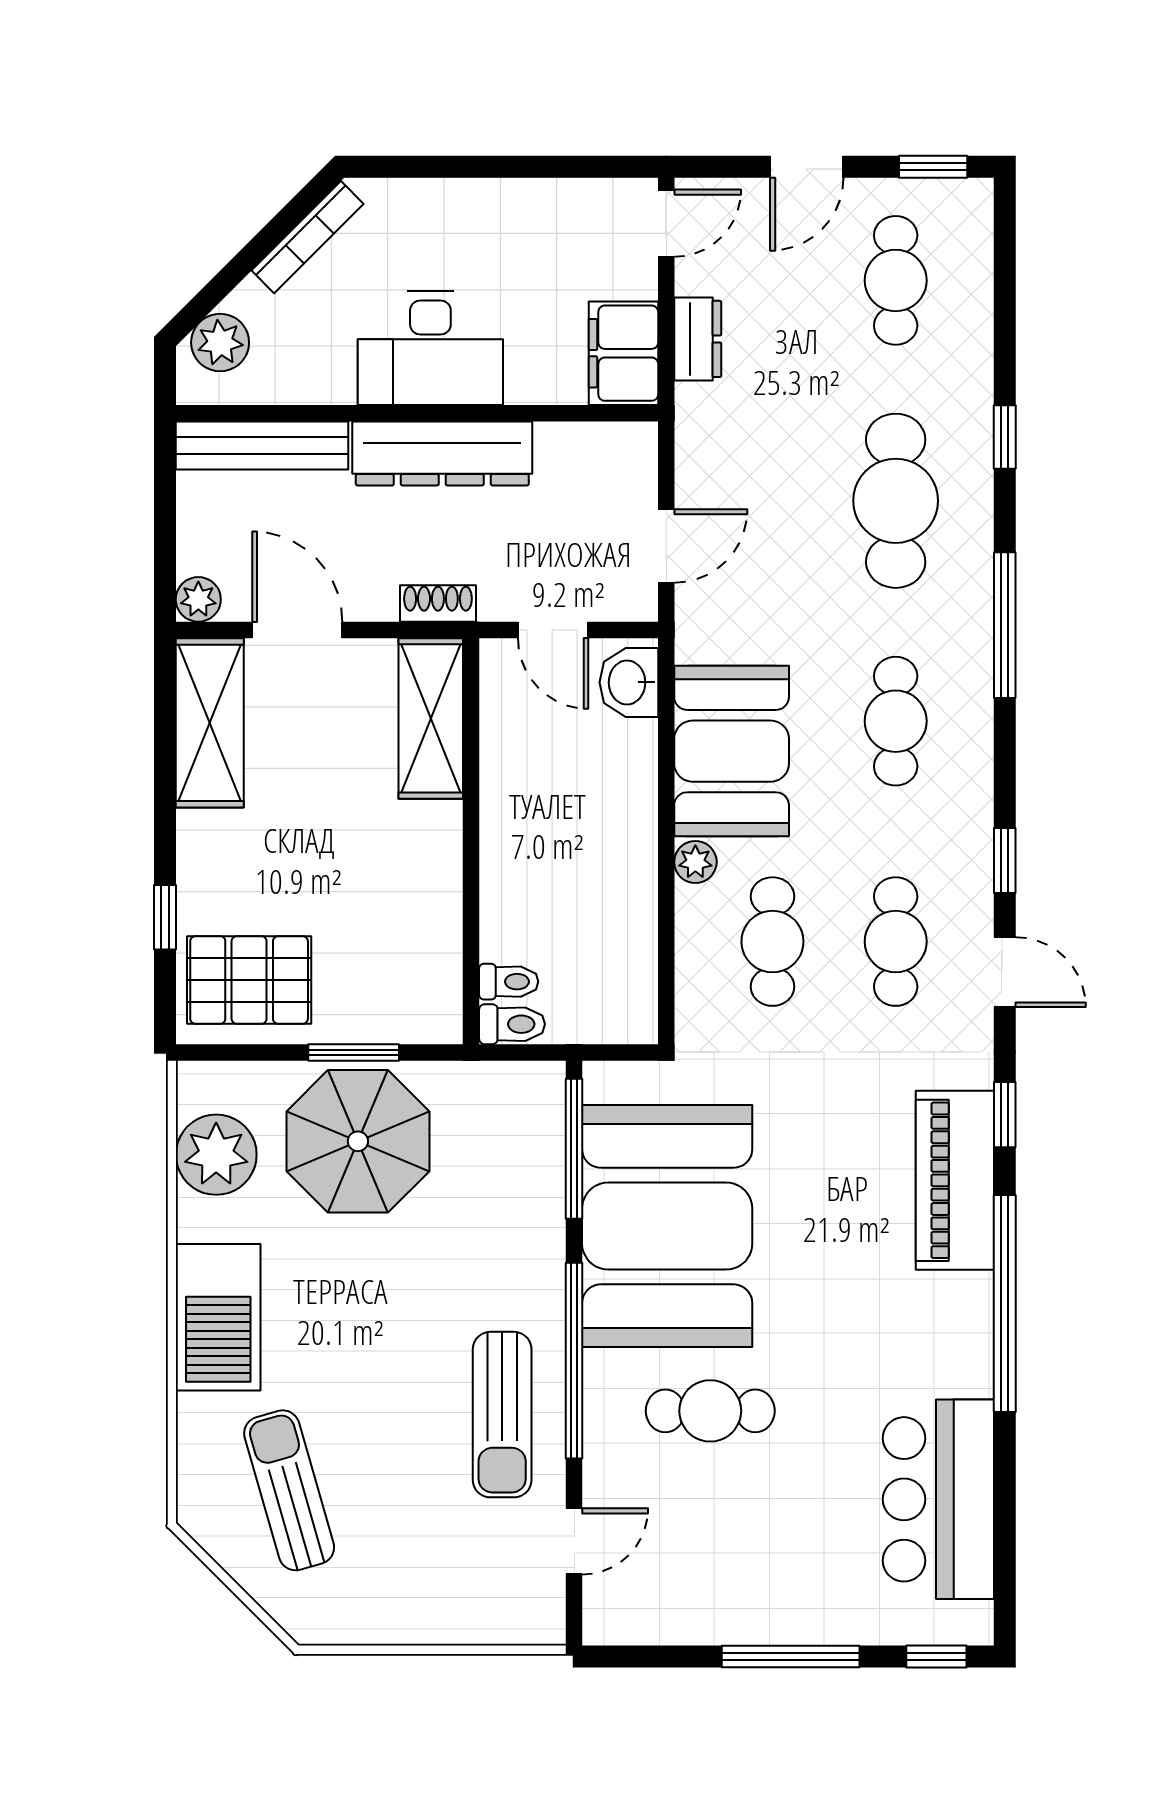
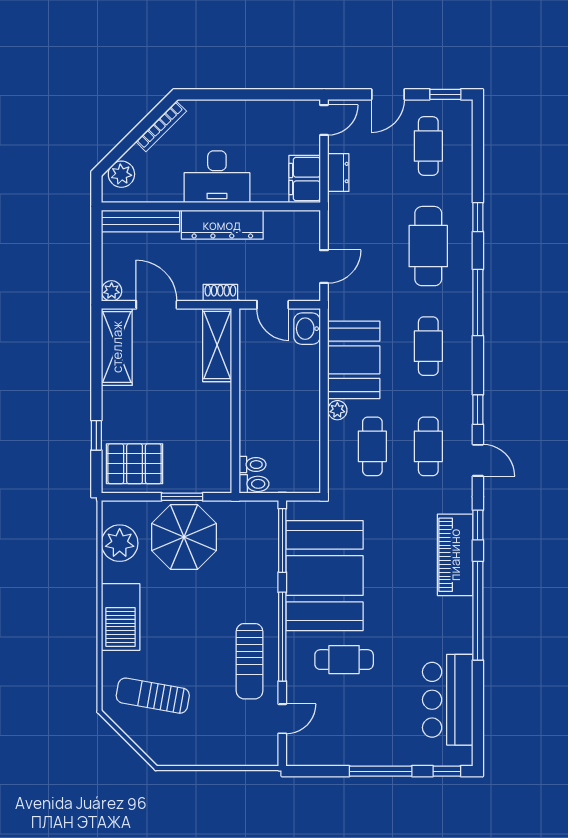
sun lounger: (289, 1490) -> (153, 696), turned -64

